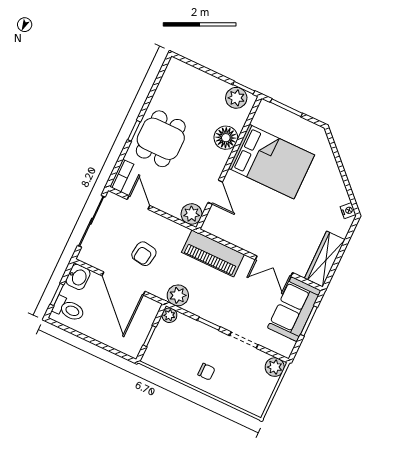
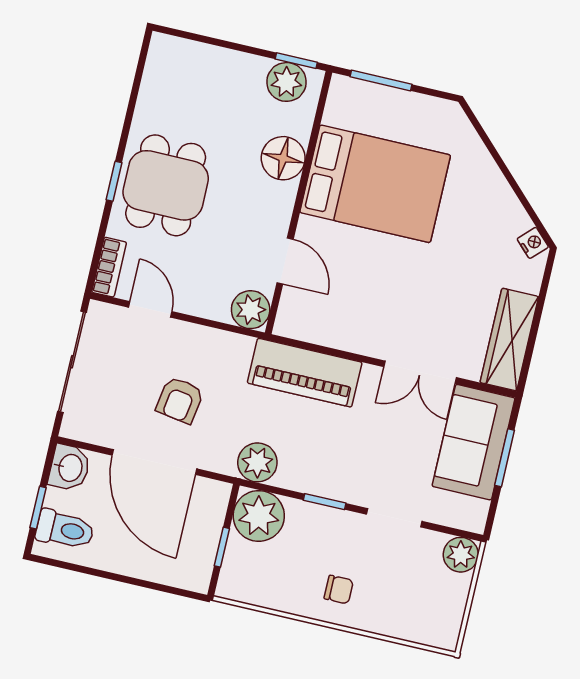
plant: (169, 315) -> (259, 516), width x1.88, depth x1.88

